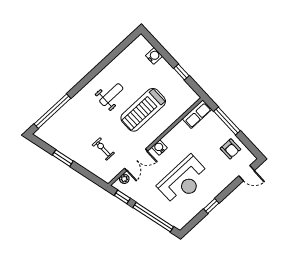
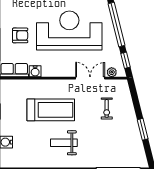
water cooler: (159, 148) -> (35, 71), moved
armchair: (230, 149) -> (20, 35), moved, turned 90
reception desk: (184, 181) -> (69, 31), width x1.36, depth x1.30

